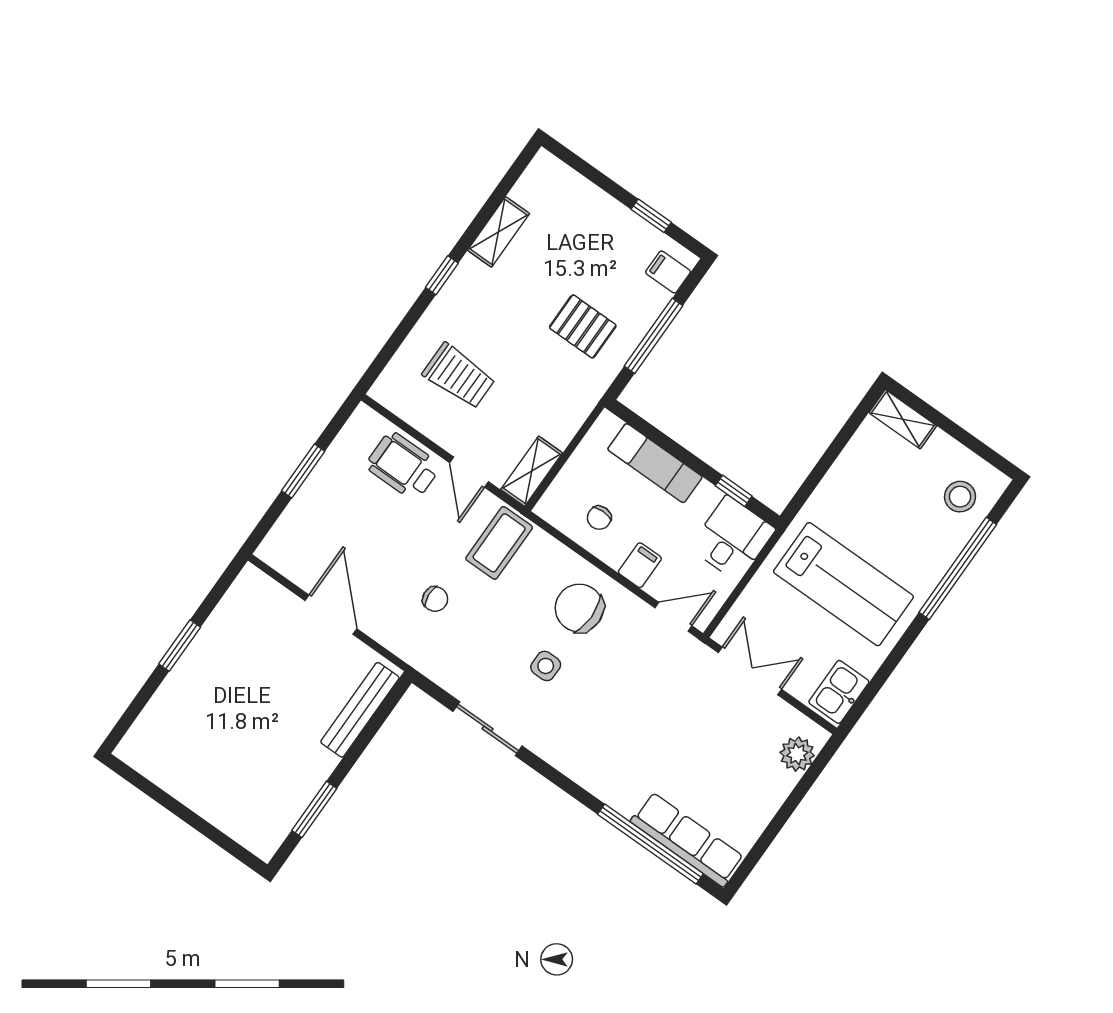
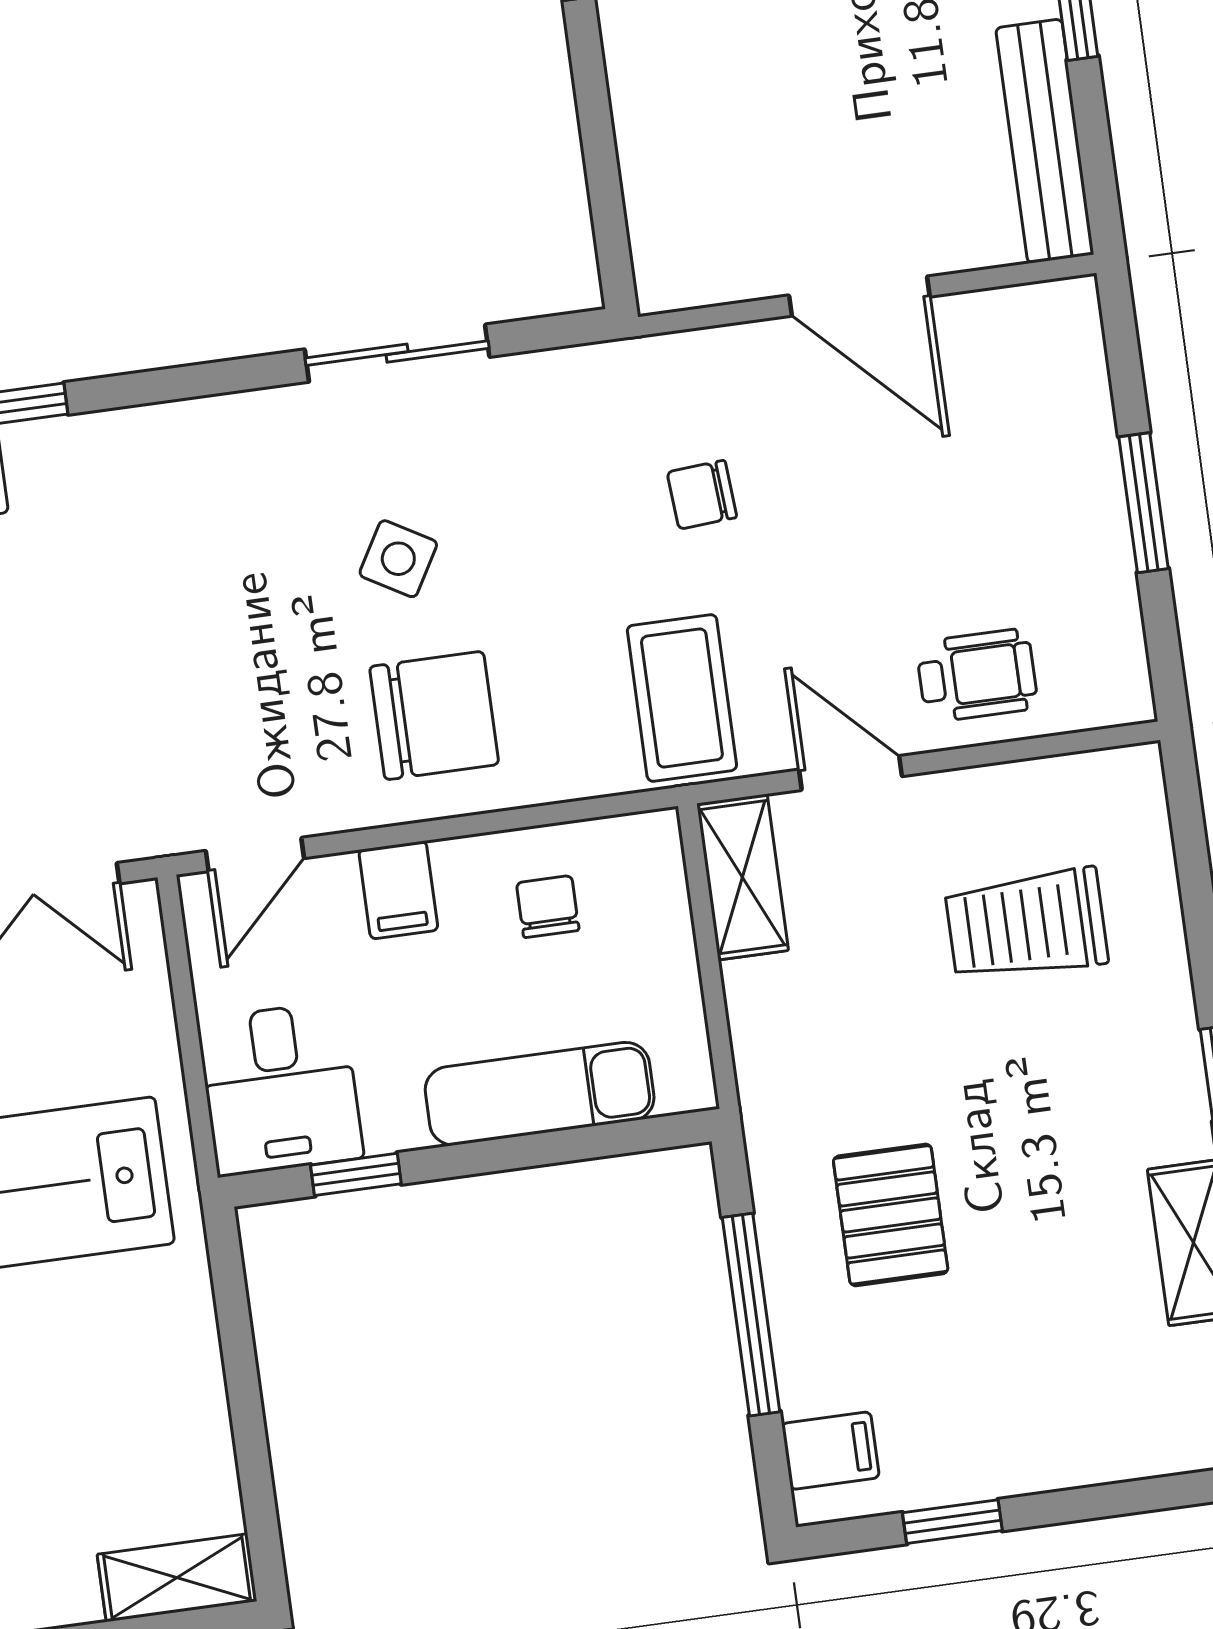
pallet: (583, 326) -> (891, 1215), turned 90
wheelchair: (403, 466) -> (977, 675), width x0.73, depth x0.73
side table: (546, 666) -> (398, 559), turned 30
bench: (360, 710) -> (1045, 141), moved

